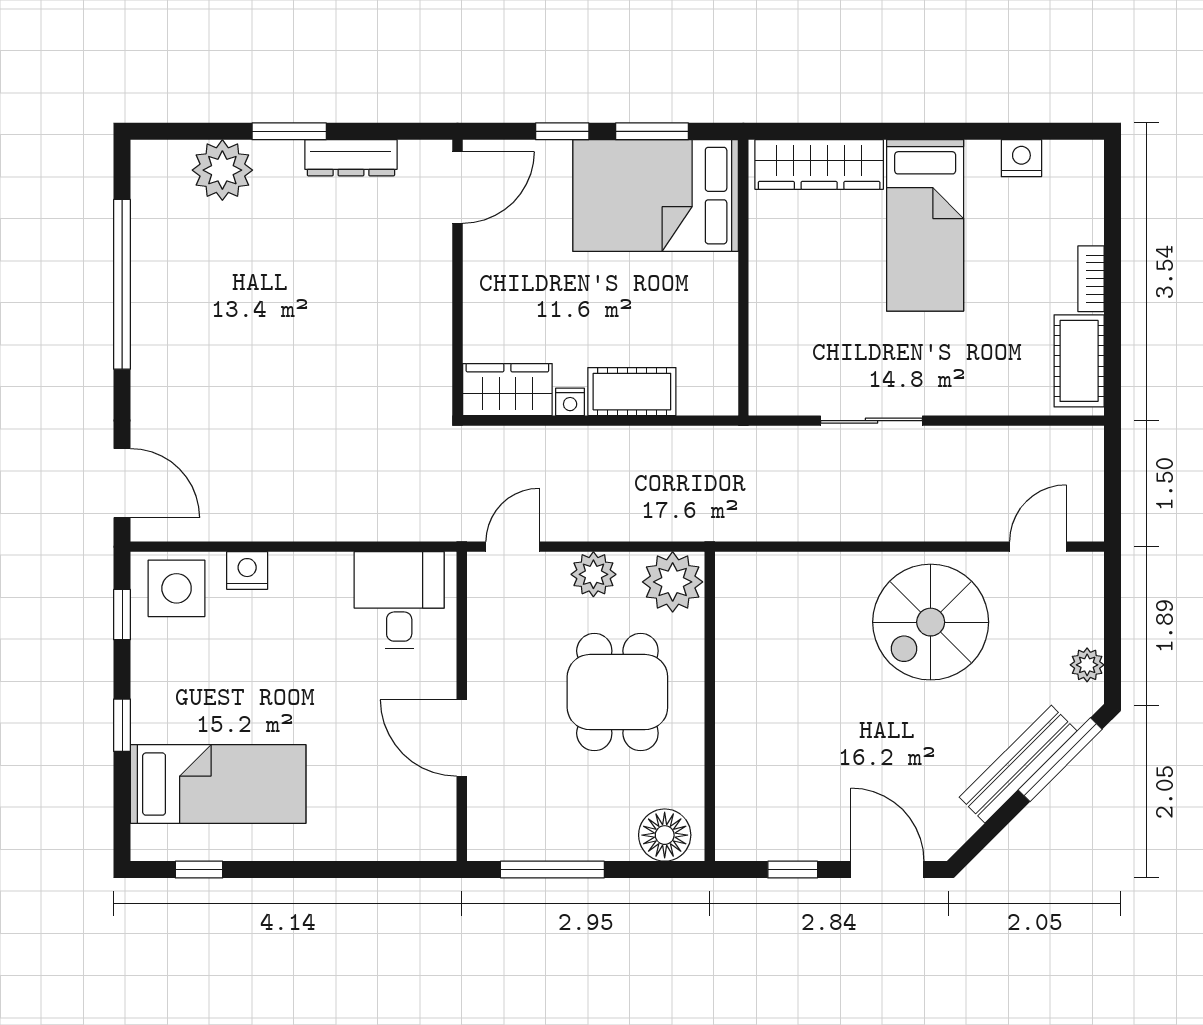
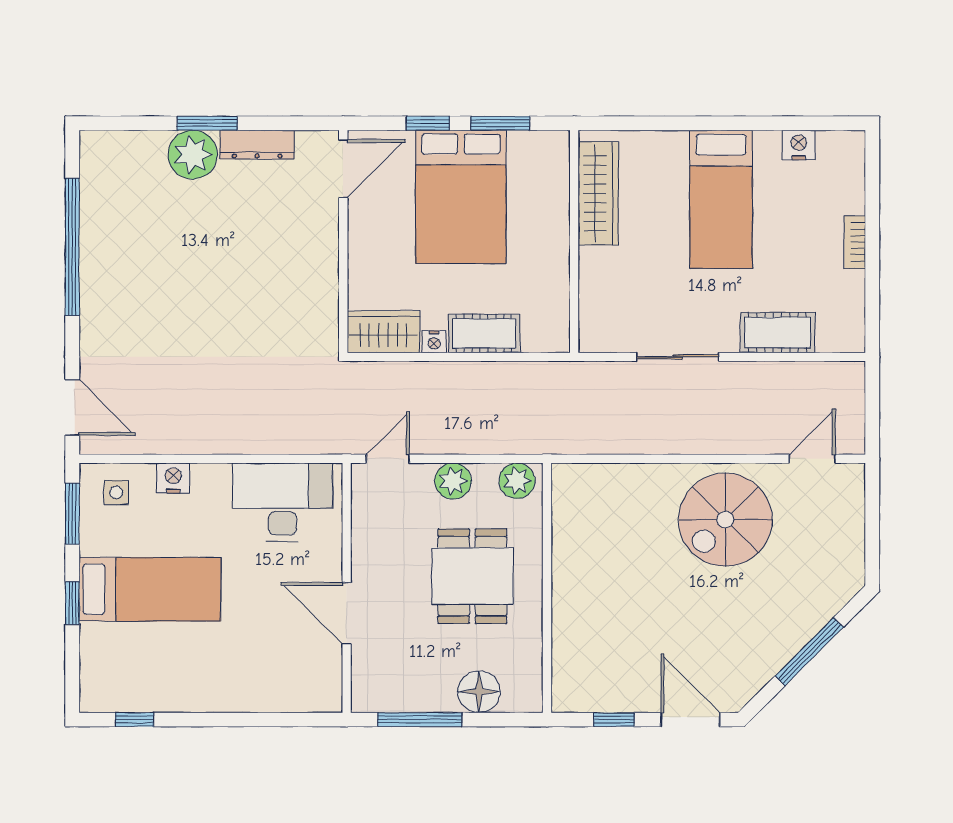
wardrobe: (819, 165) -> (598, 193), moved, turned -90
plant: (222, 170) -> (193, 155), moved
bed: (656, 196) -> (461, 197), moved, turned -90
cot: (1079, 361) -> (778, 333), moved, turned 90
plant: (673, 582) -> (517, 481), width x0.73, depth x0.73
side table: (177, 588) -> (116, 492), width x0.54, depth x0.54
desk: (399, 600) -> (283, 502), width x1.37
window: (122, 615) -> (72, 514), width x1.50
plant: (1087, 665) -> (852, 554), removed
window: (1060, 760) -> (809, 652), moved
bench: (1018, 764) -> (796, 634), removed
bed: (218, 784) -> (150, 589), moved
floor lamp: (665, 835) -> (479, 692), moved

